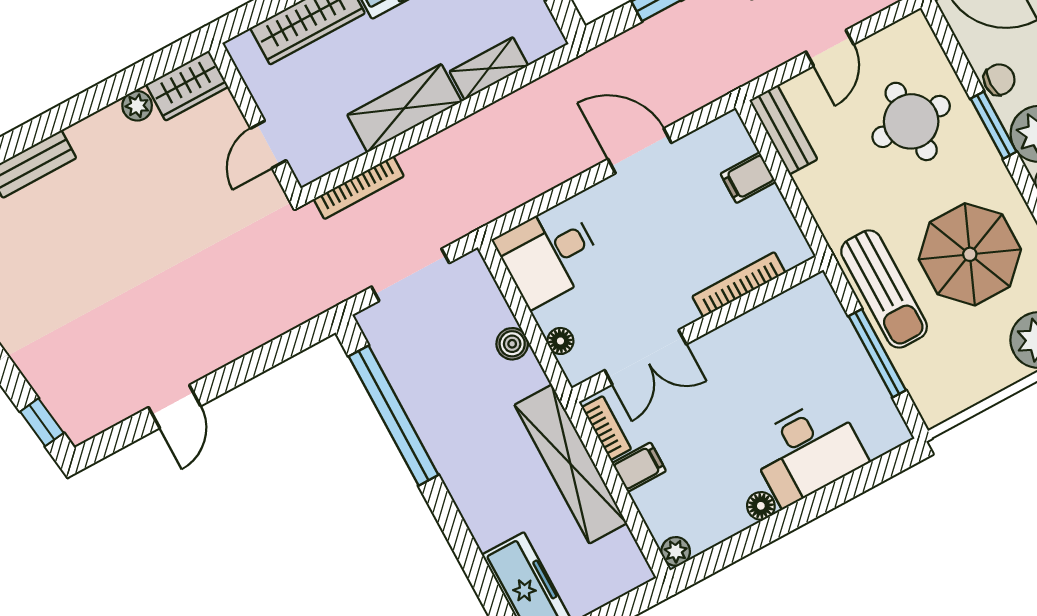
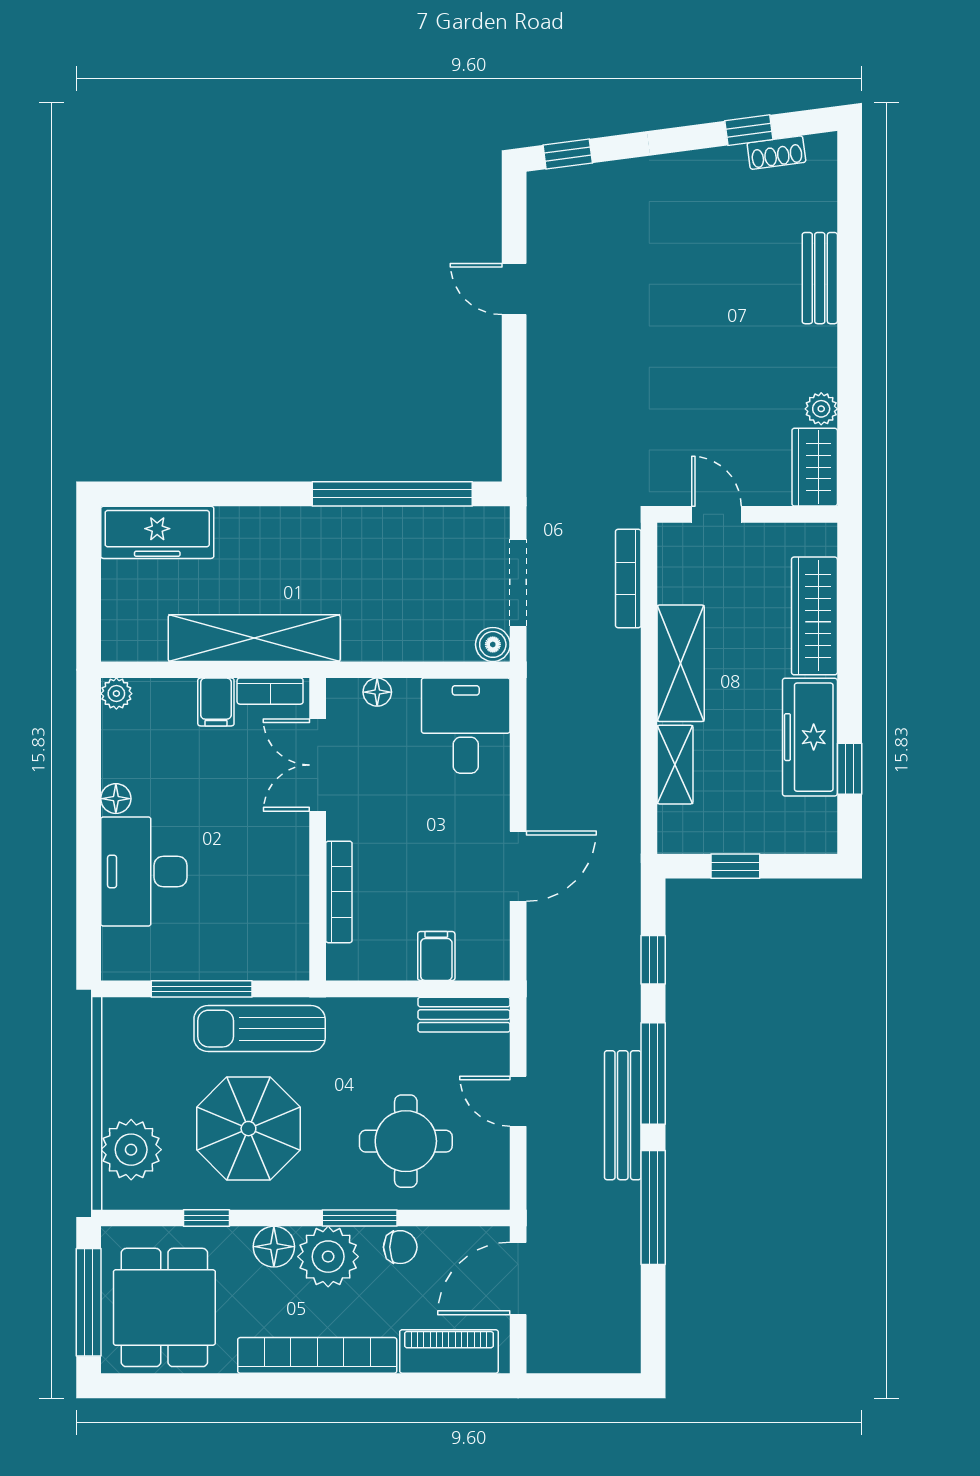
chair: (999, 80) -> (400, 1247), turned -90
boiler: (512, 344) -> (493, 644), moved

